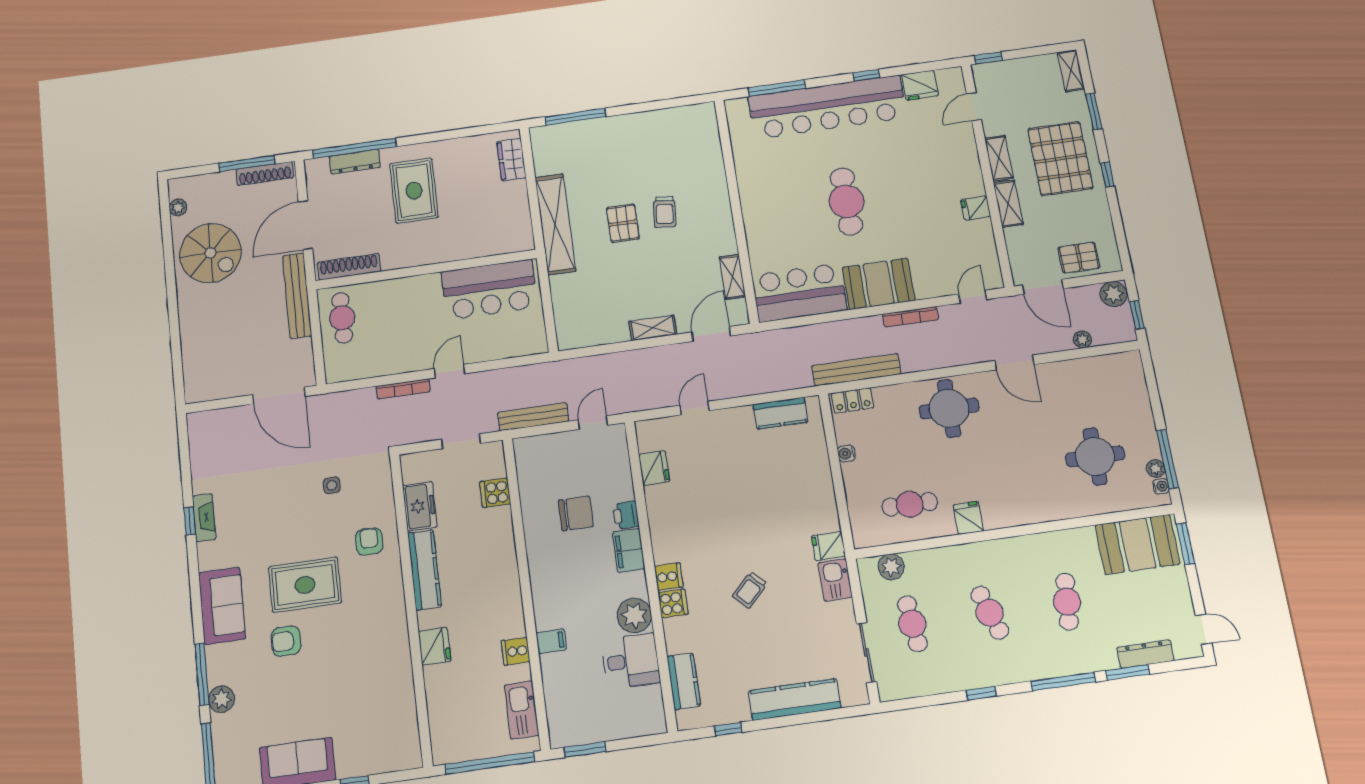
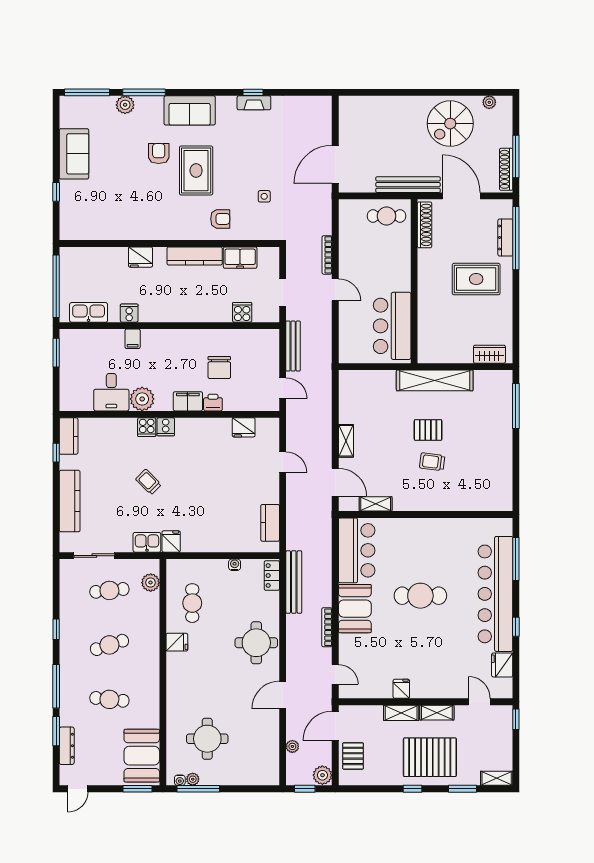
kitchen counter: (684, 681) -> (69, 436), moved, turned -90

